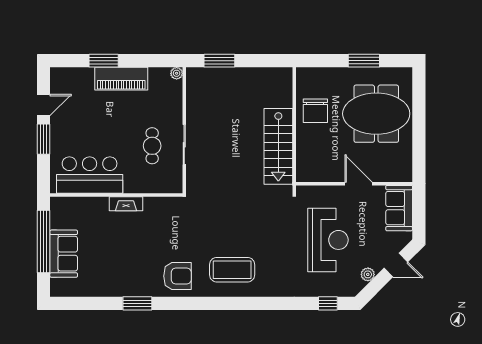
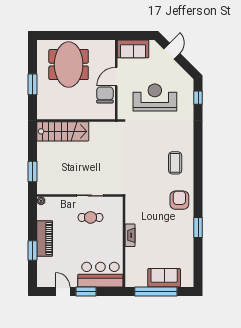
window: (364, 61) -> (32, 84), moved
chair: (315, 111) -> (105, 95), moved, turned -90
stairs: (278, 146) -> (63, 131), moved
bar counter: (90, 175) -> (100, 275), moved, turned 90
coffee table: (232, 270) -> (175, 163), width x0.73, depth x0.76
plant: (368, 274) -> (178, 70), removed

